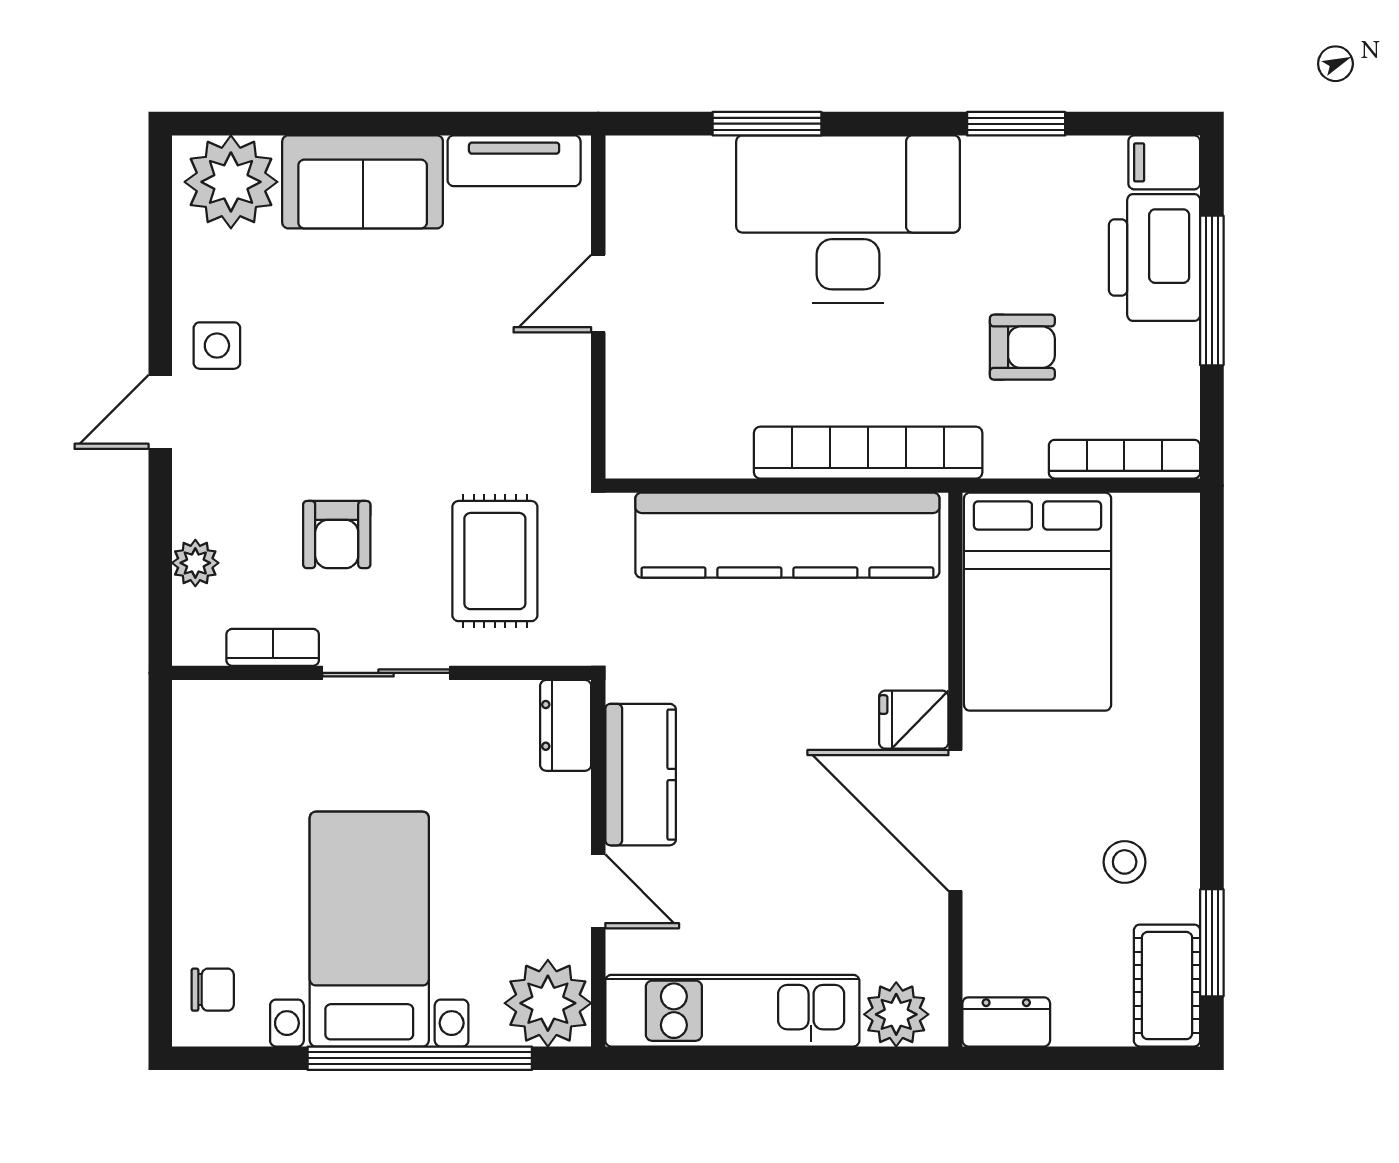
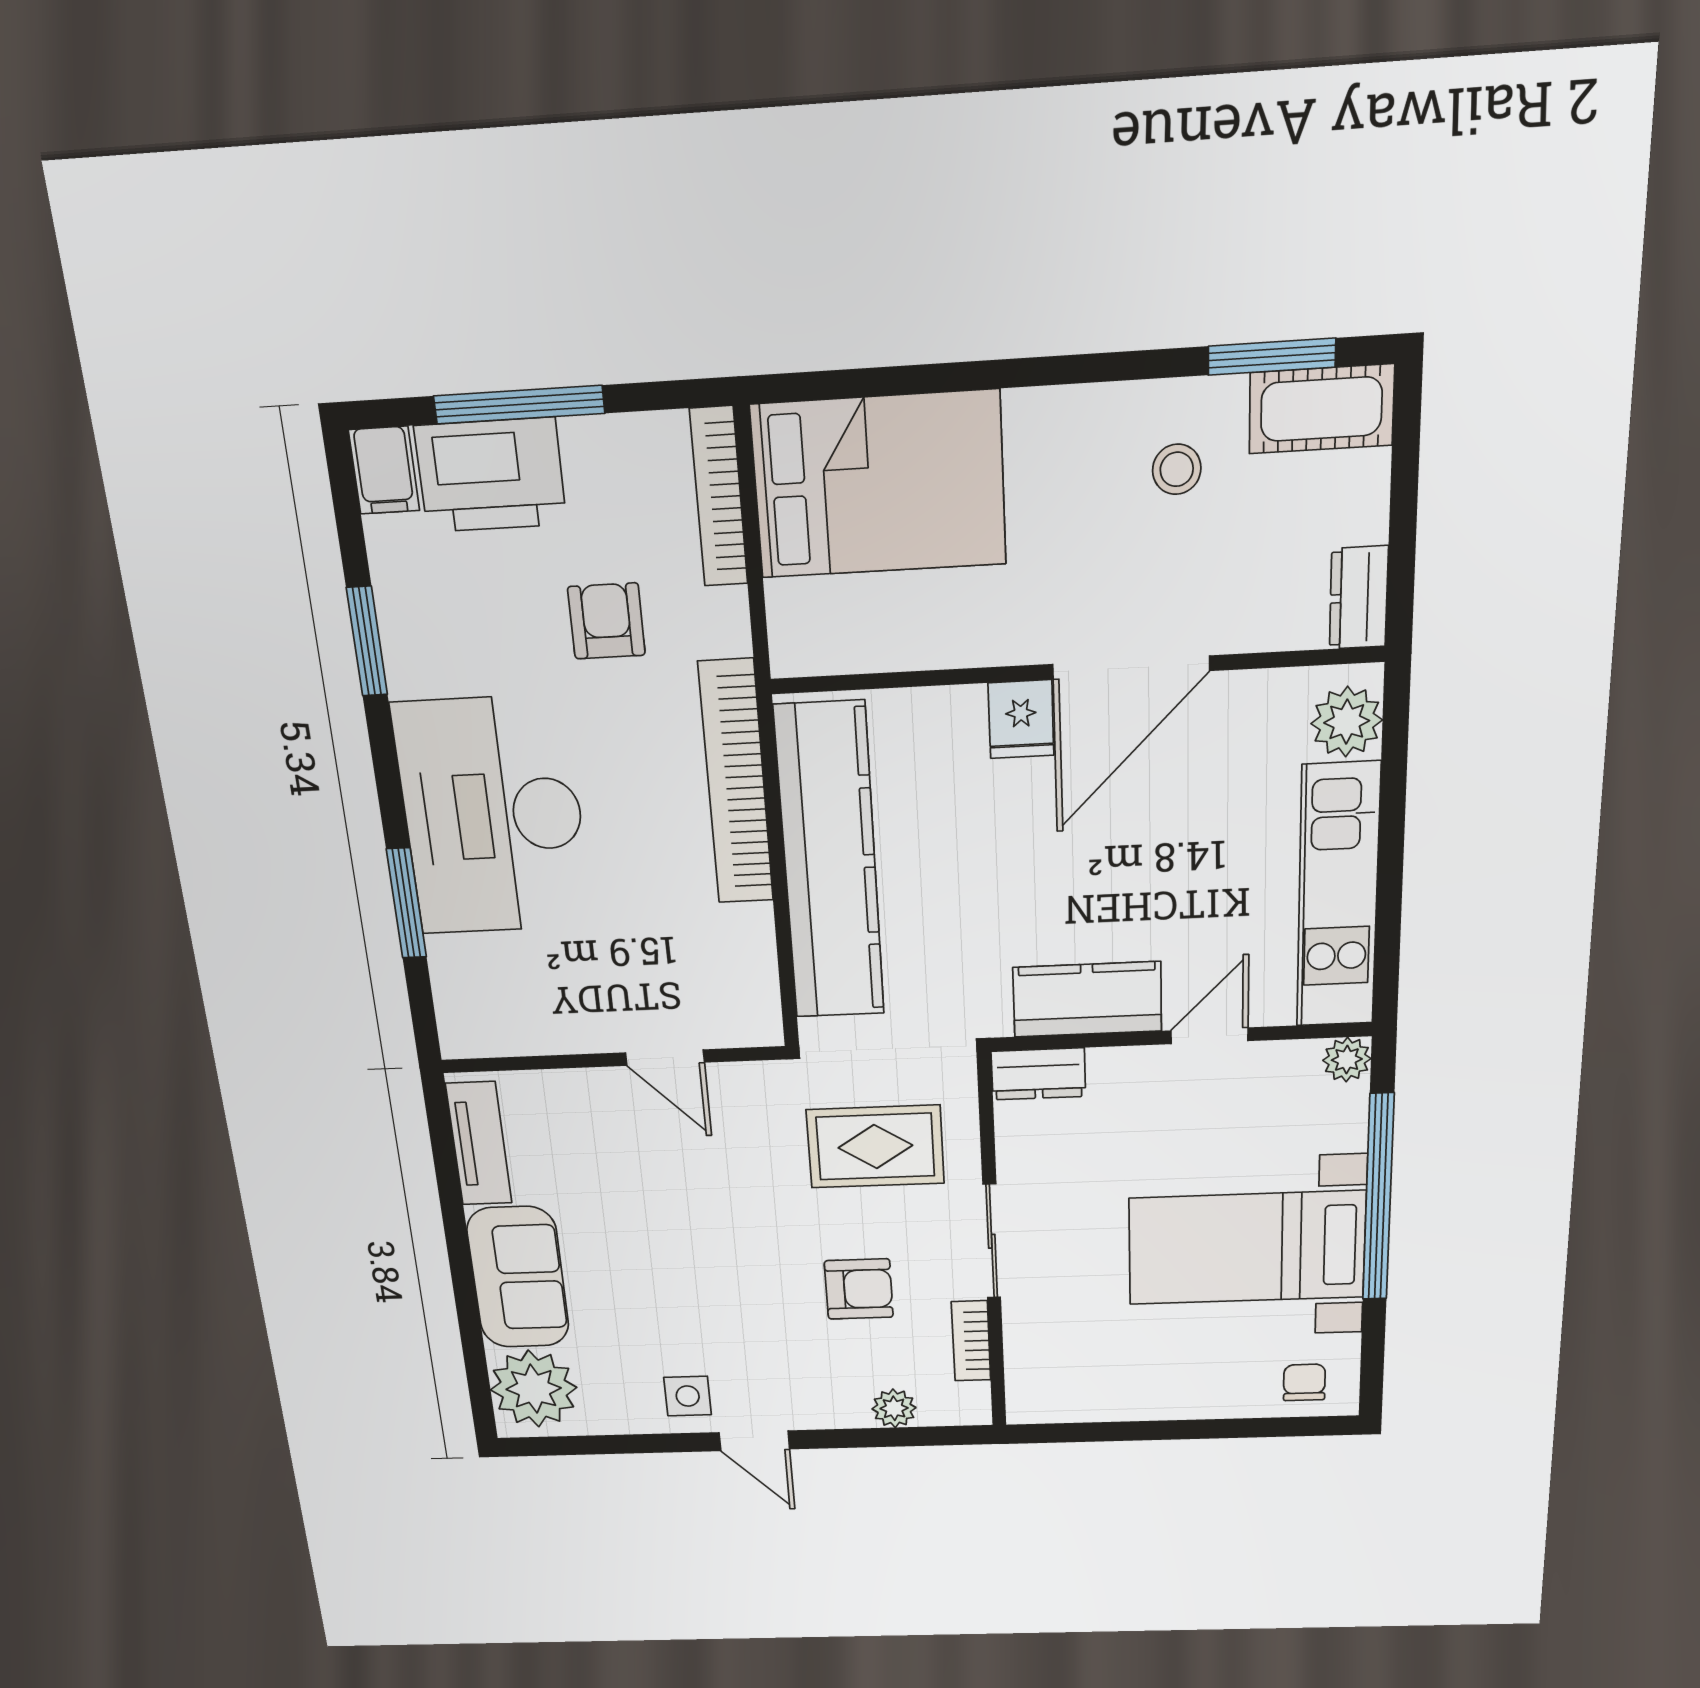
door: (598, 294) -> (665, 1058), moved
bed: (1038, 602) -> (879, 485), moved
plant: (548, 1003) -> (1347, 1060), width x0.53, depth x0.53

